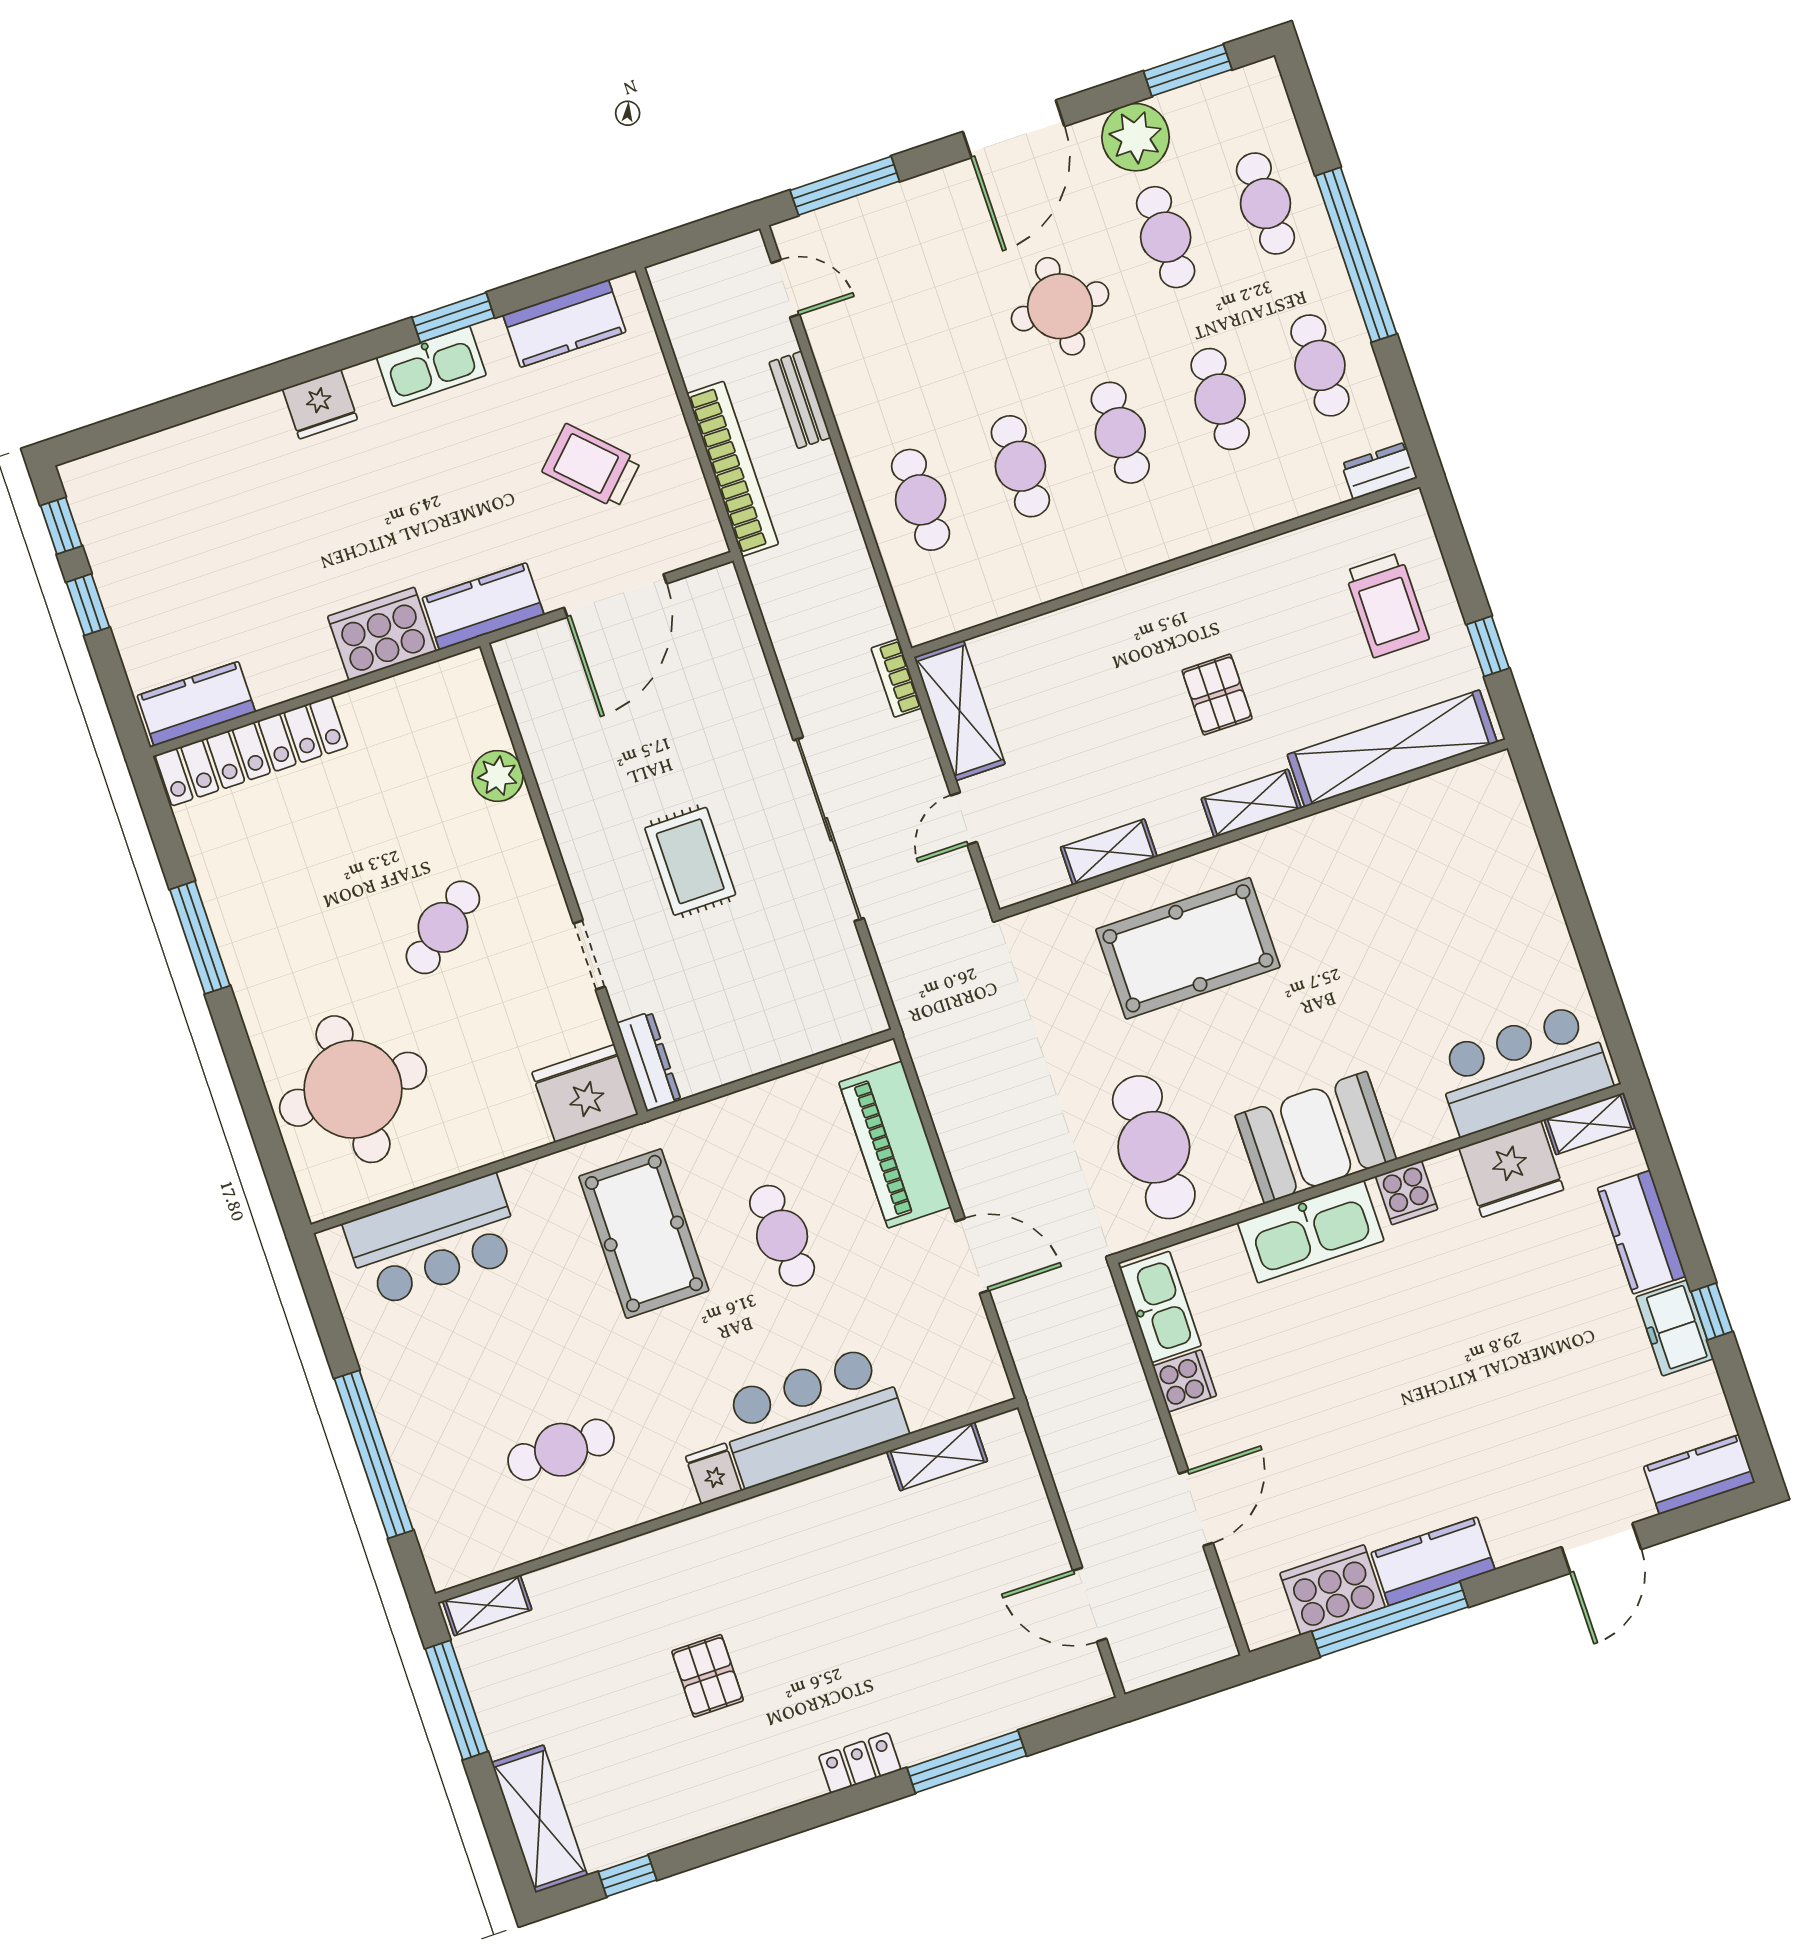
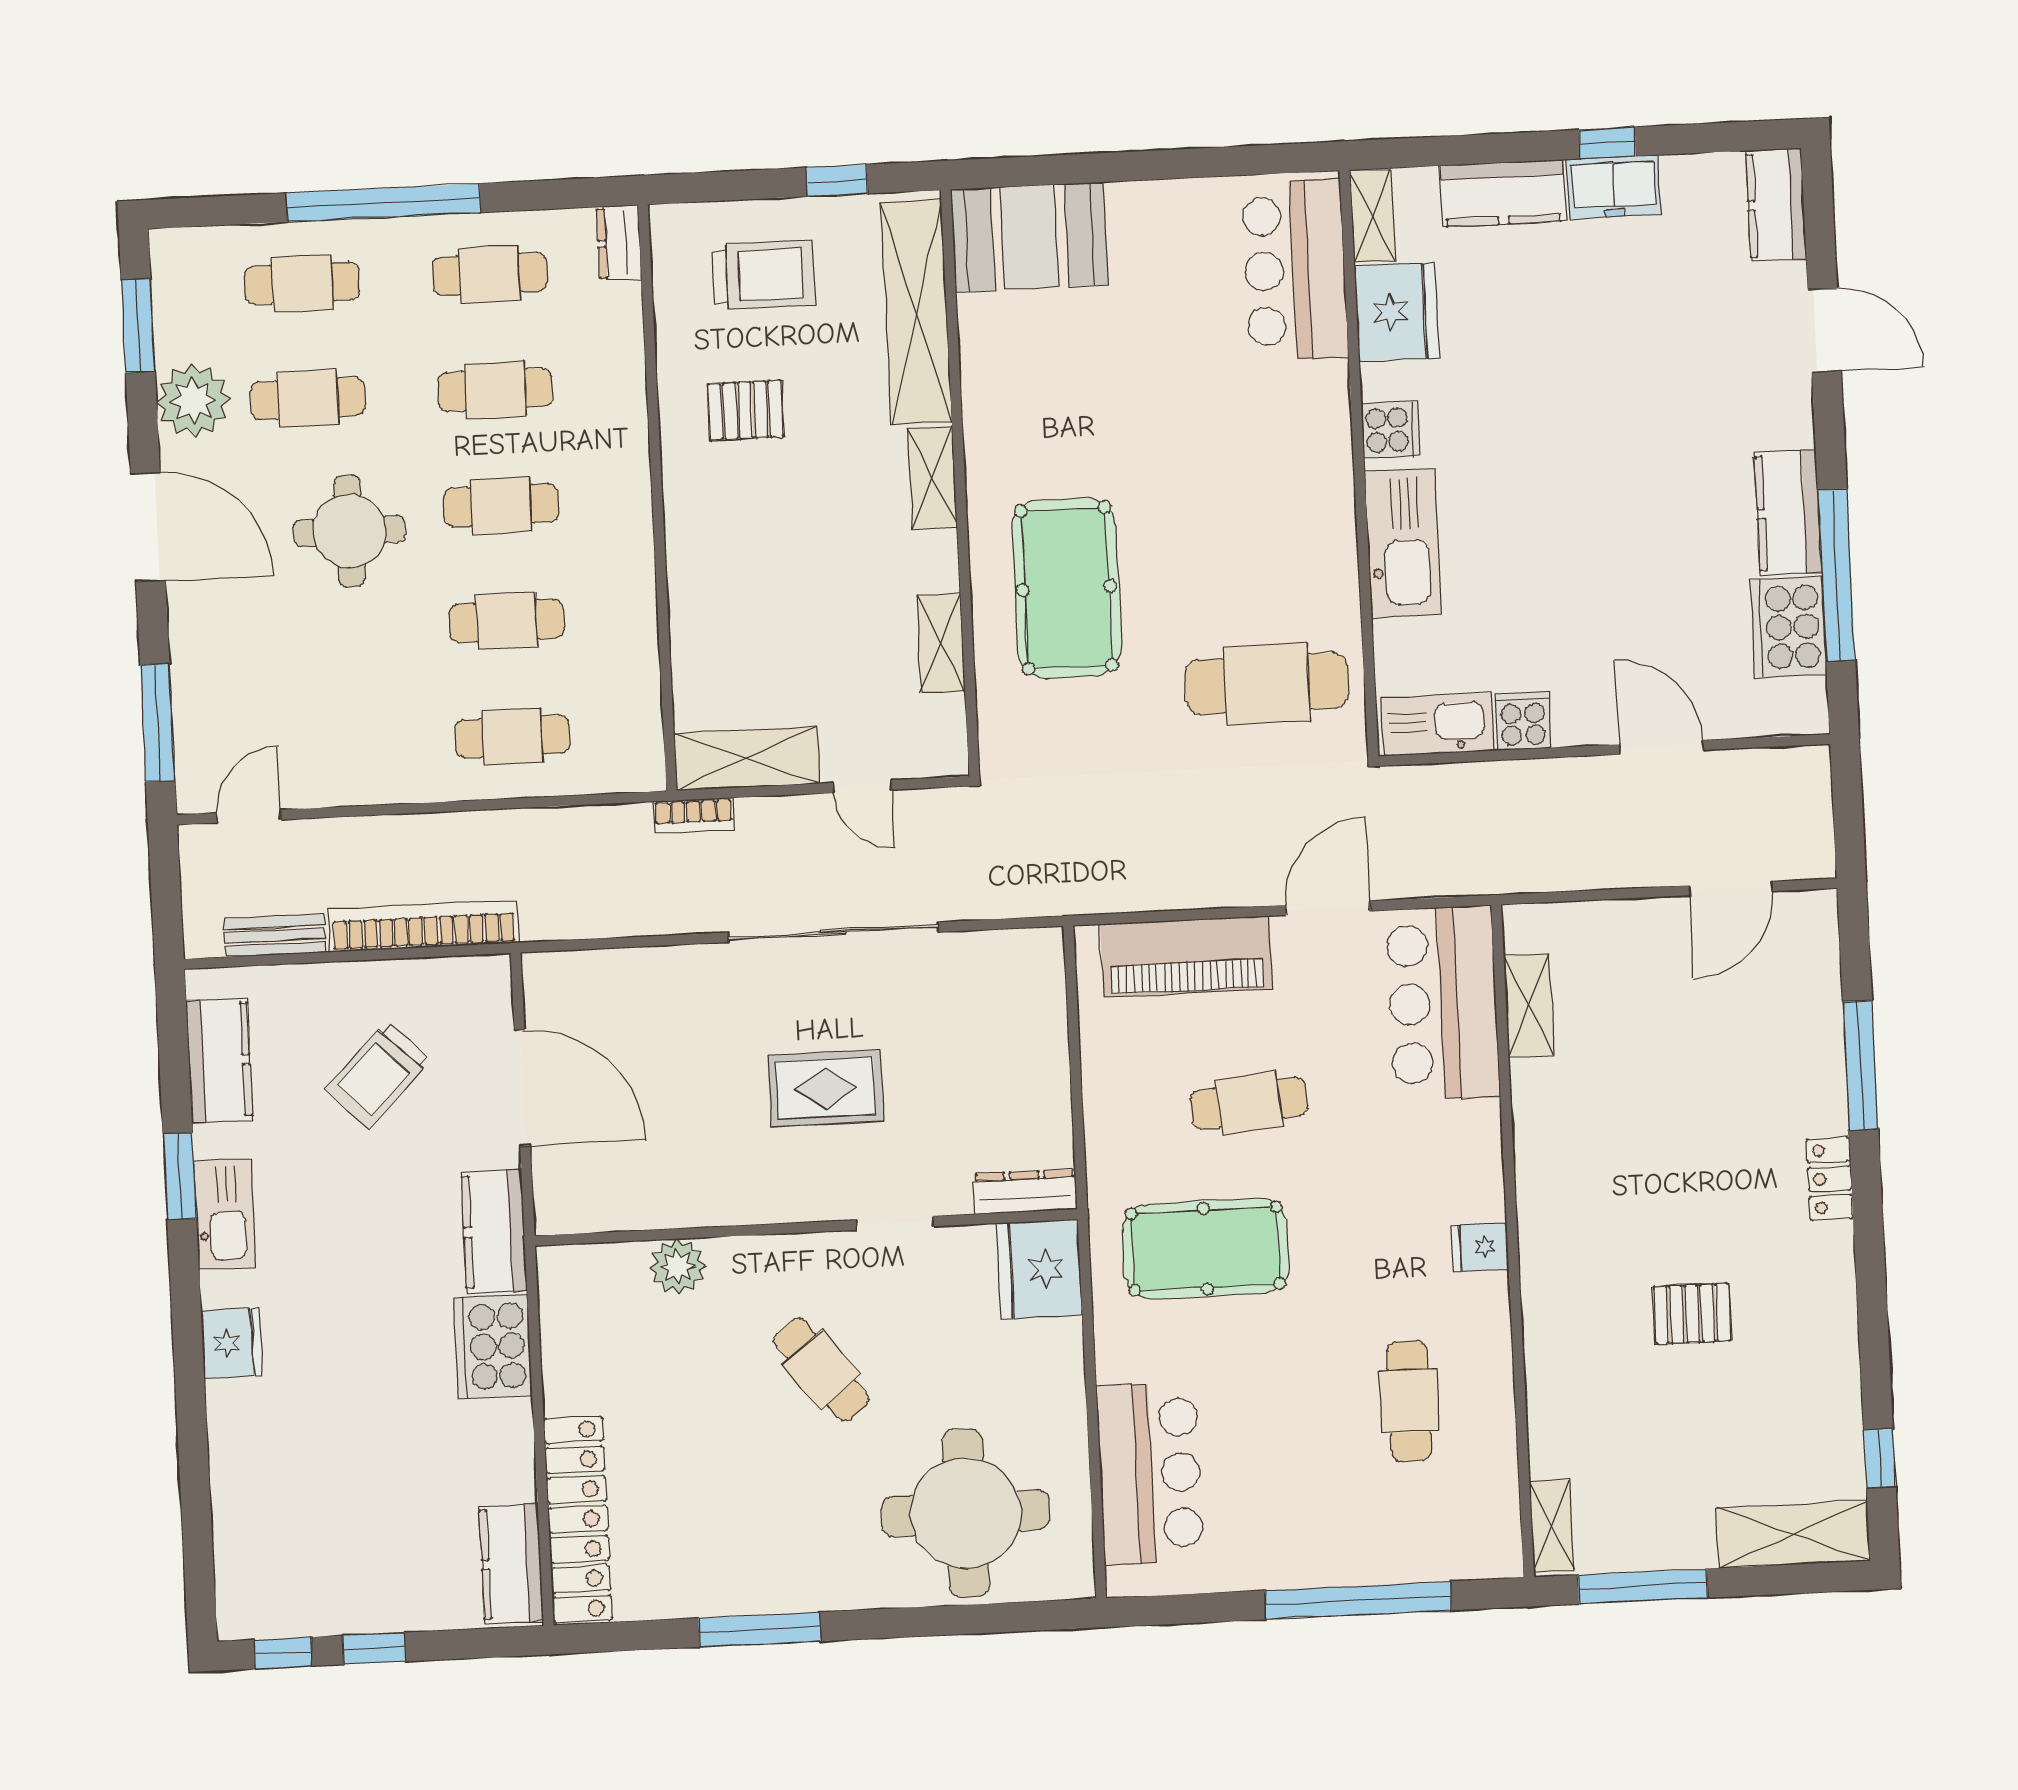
bench: (800, 400) -> (275, 936), moved
pallet: (1217, 695) -> (745, 410), moved
booth: (1316, 1138) -> (1030, 237), moved, turned 90
bar counter: (812, 1416) -> (1443, 1003), moved

